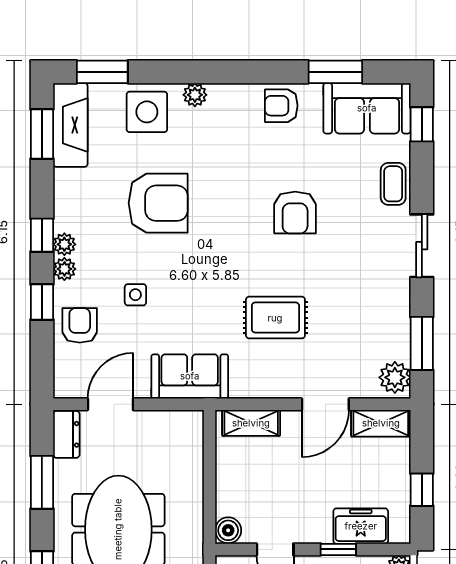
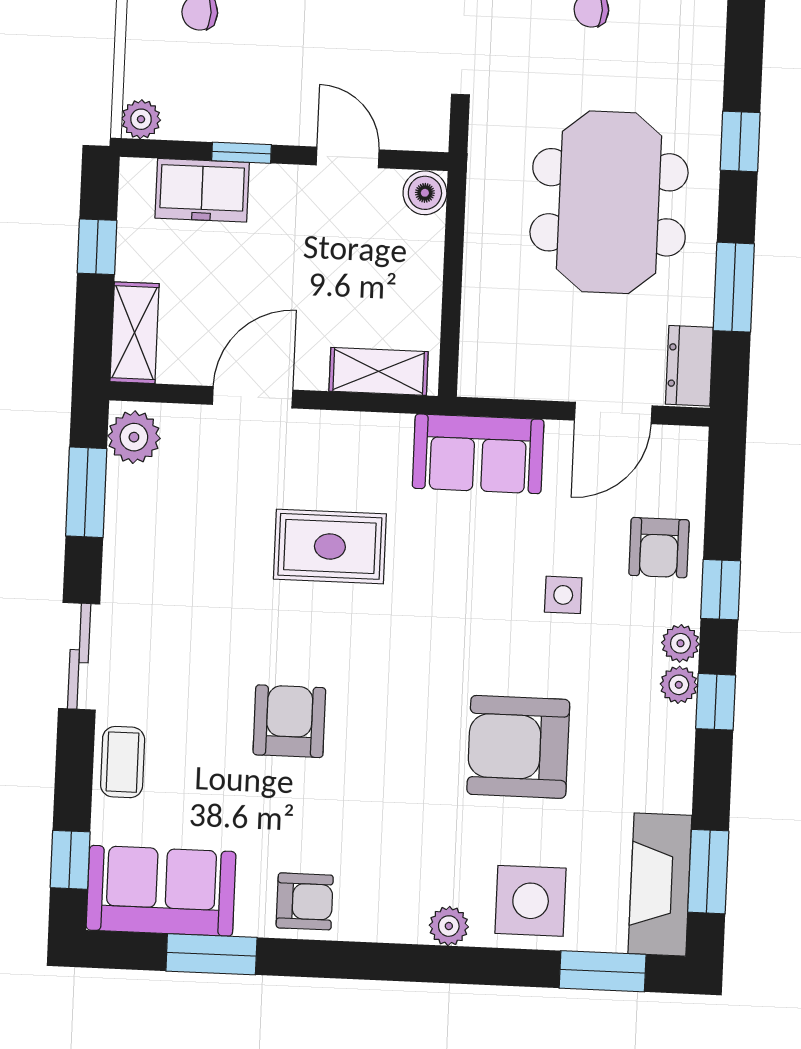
shelving: (381, 423) -> (135, 333), moved, turned 90

